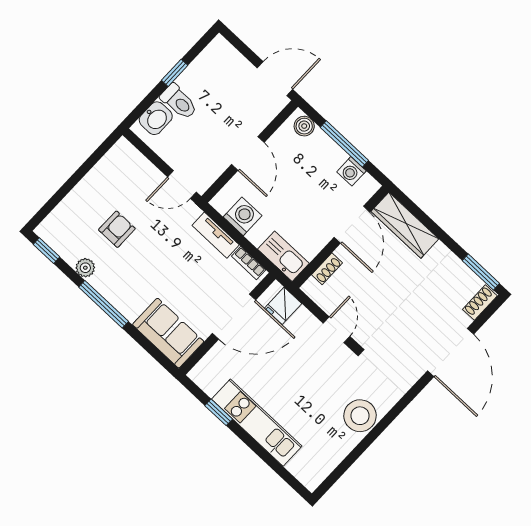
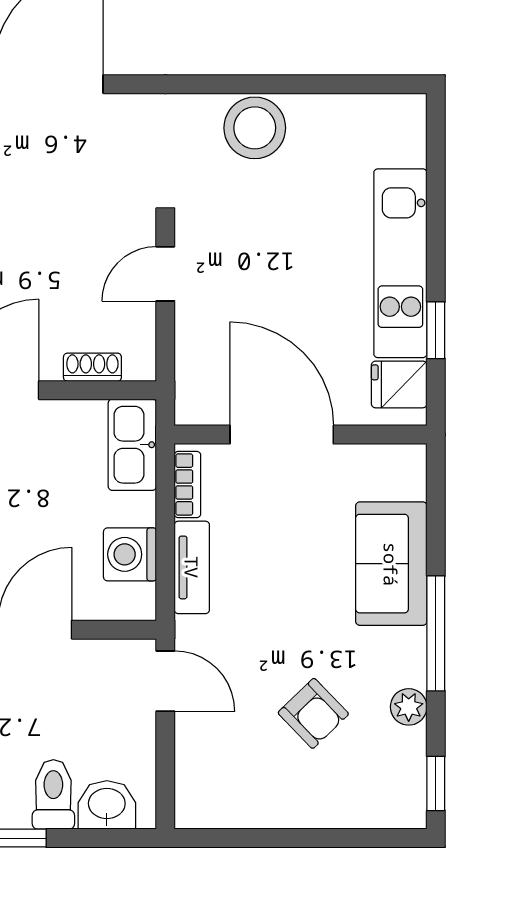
armchair: (117, 229) -> (313, 713), turned -134
fridge: (283, 306) -> (399, 384), moved, turned 180
sofa: (168, 333) -> (391, 564), moved

